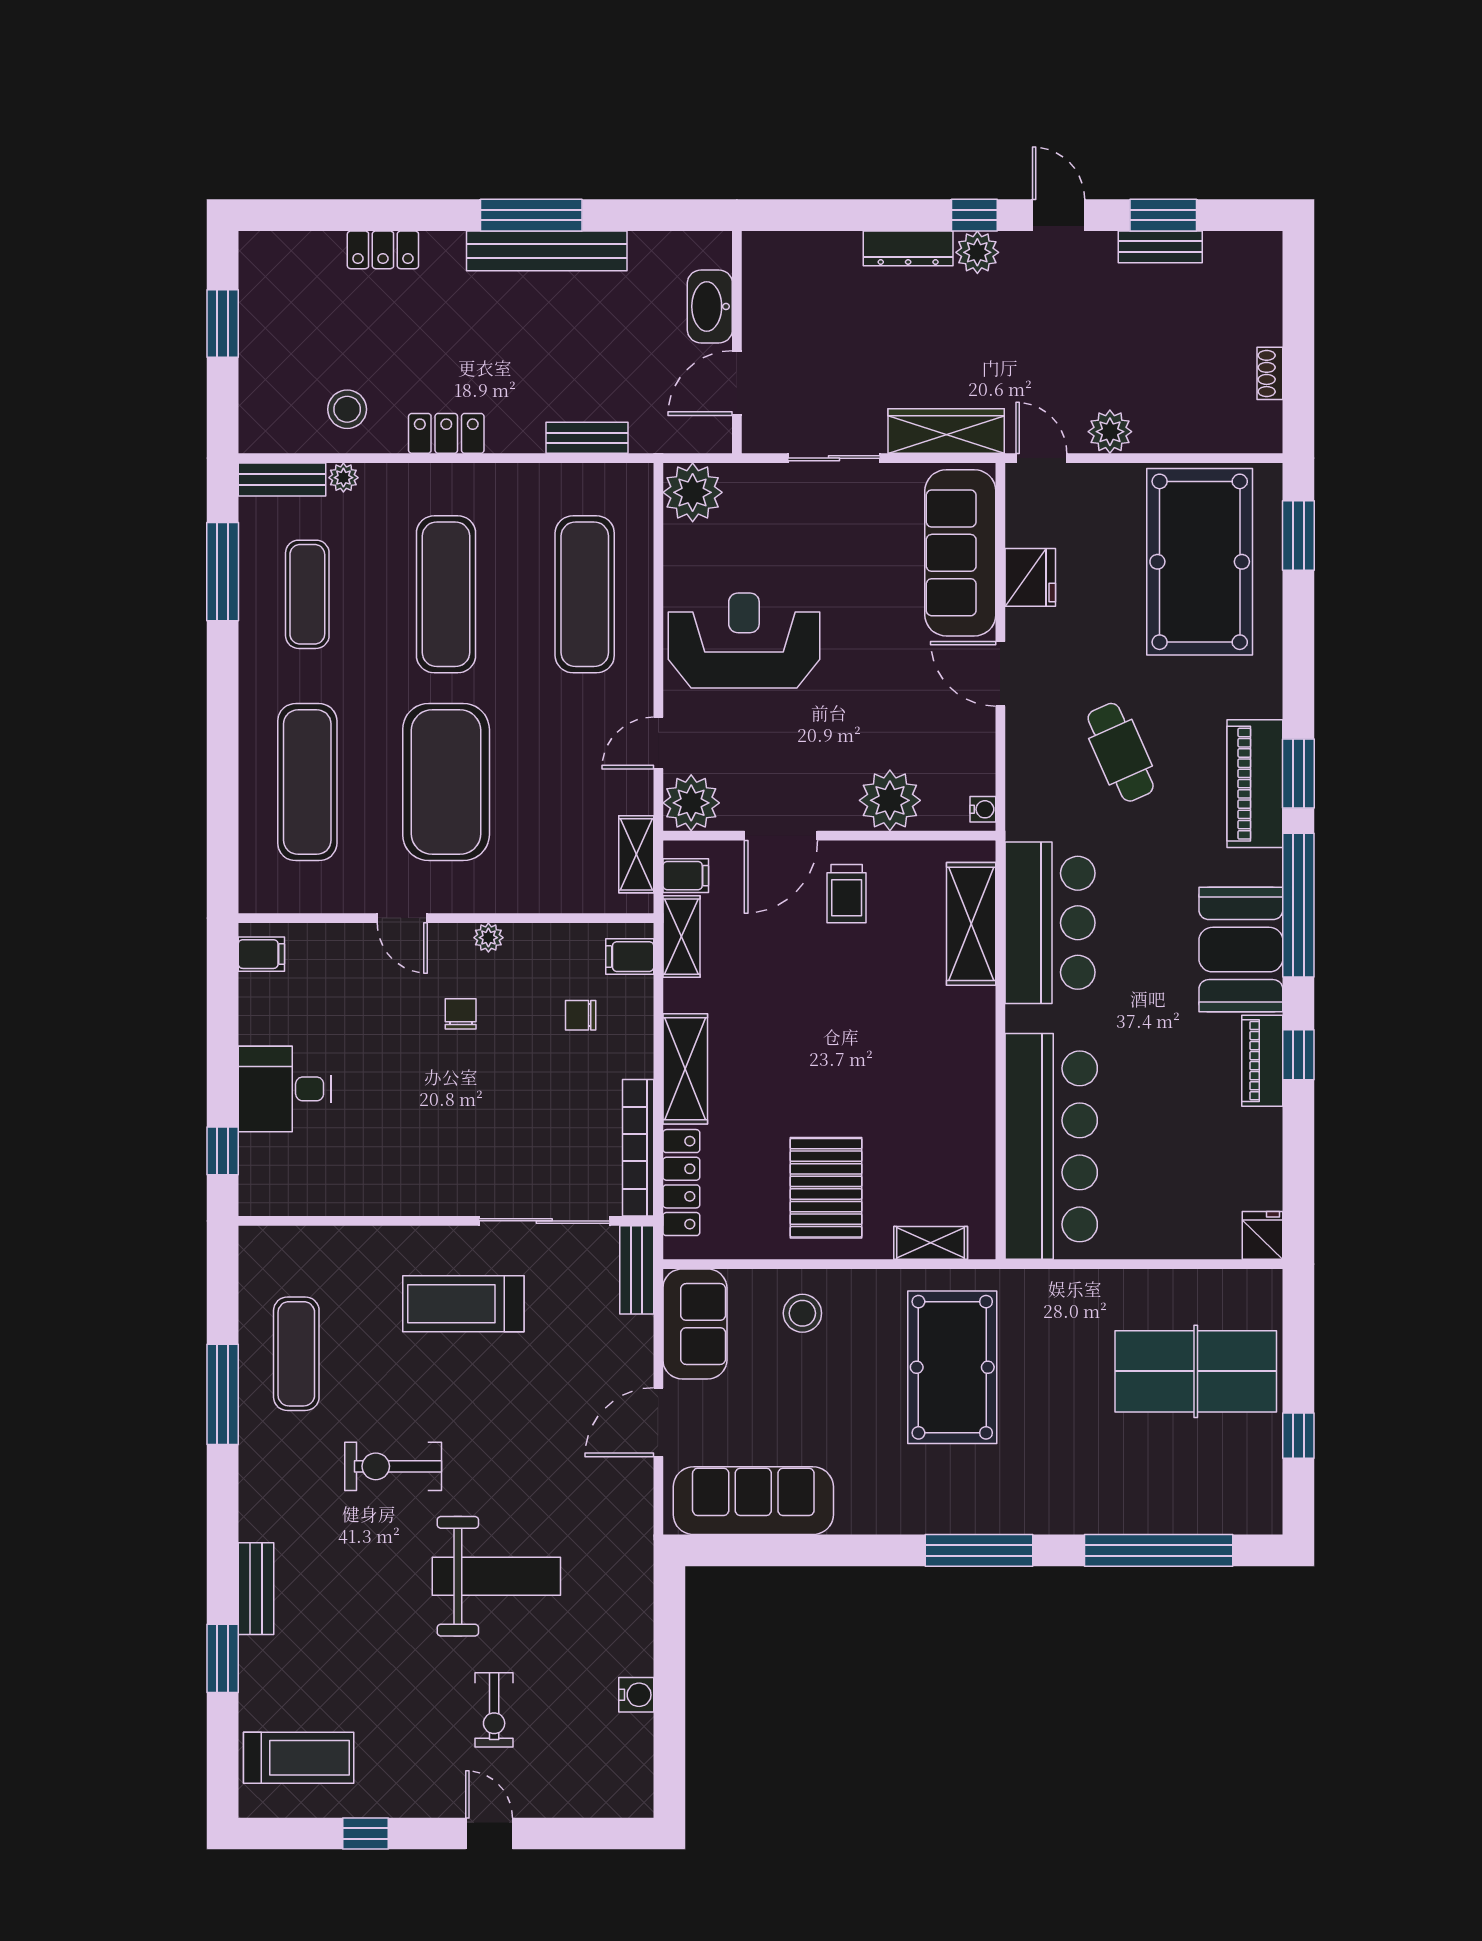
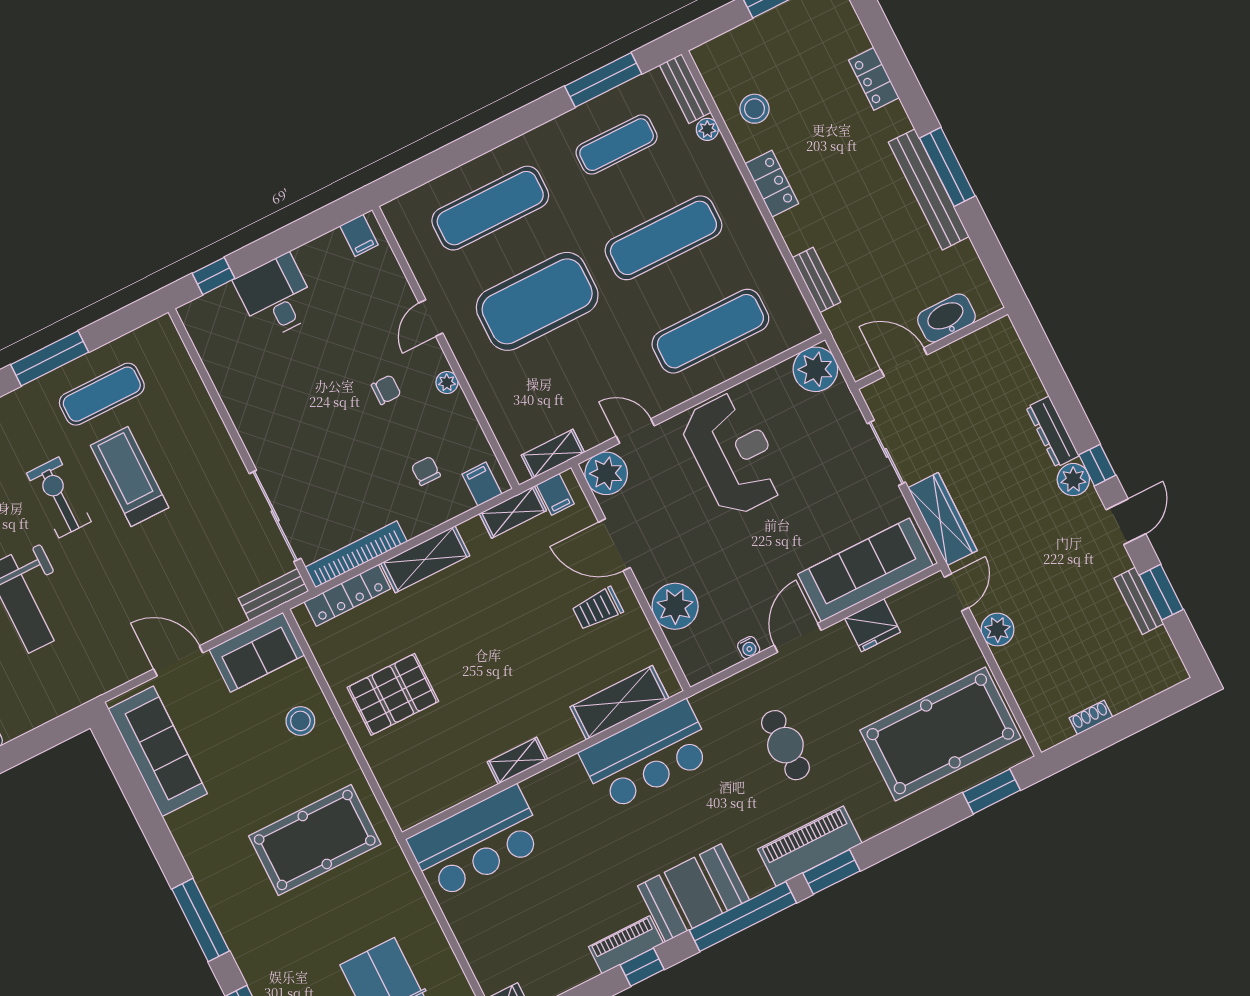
cafe table: (1121, 752) -> (785, 745), turned -66
water cooler: (983, 809) -> (749, 648), moved
bar counter: (1051, 1146) -> (477, 842), width x0.73
shelving: (931, 1243) -> (518, 761), moved, turned 90
treadmill: (463, 1304) -> (130, 477), moved

